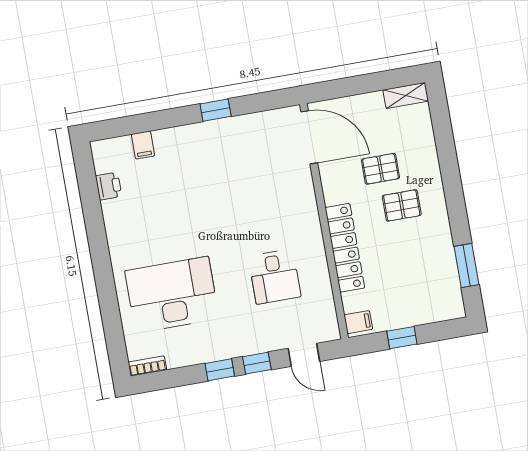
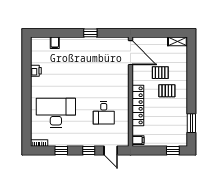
printer: (109, 186) -> (36, 71), moved
window: (402, 338) -> (173, 151), moved
window: (220, 370) -> (61, 151), moved

